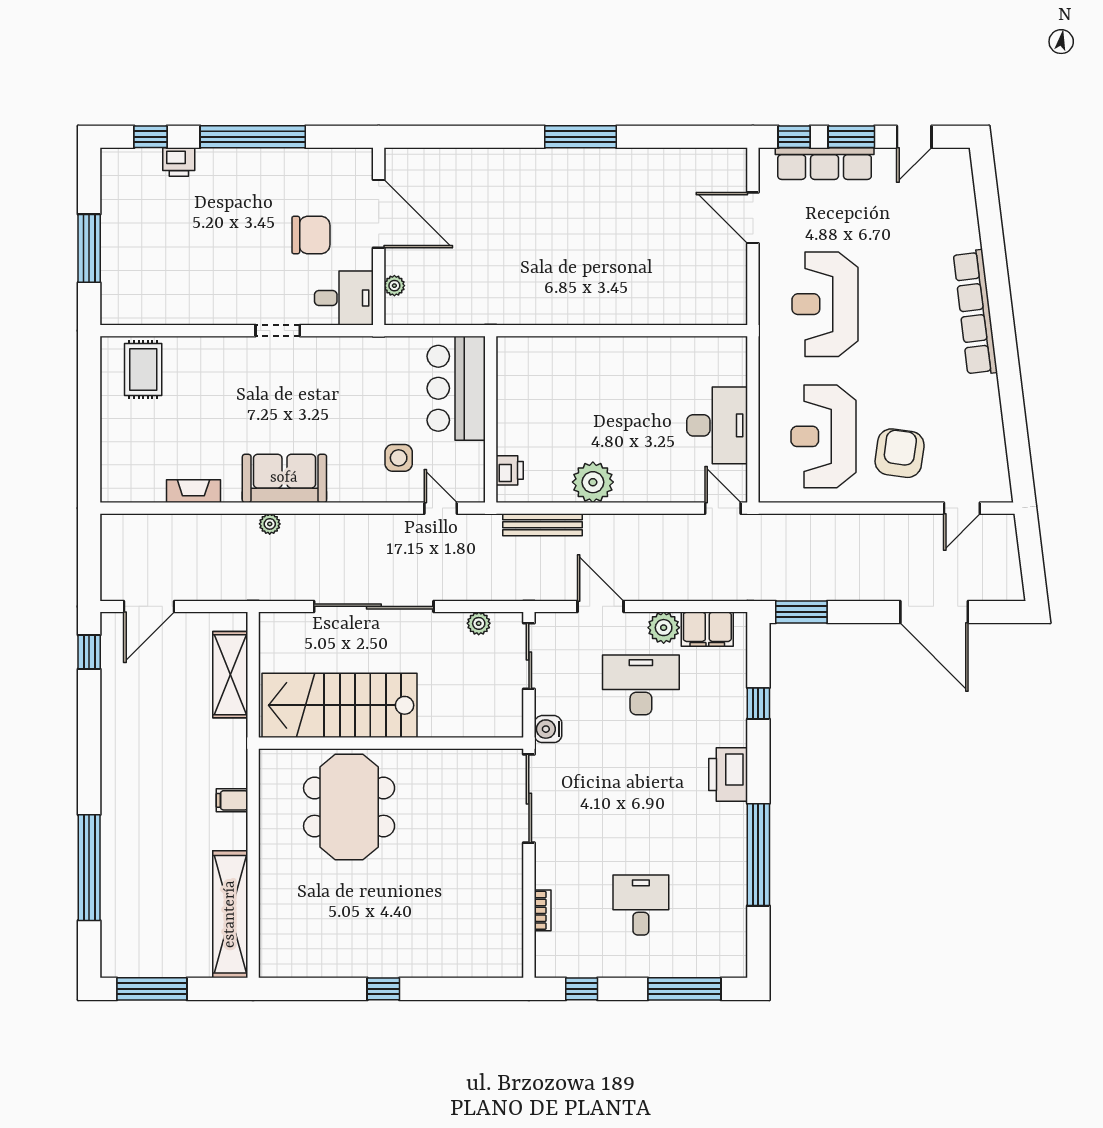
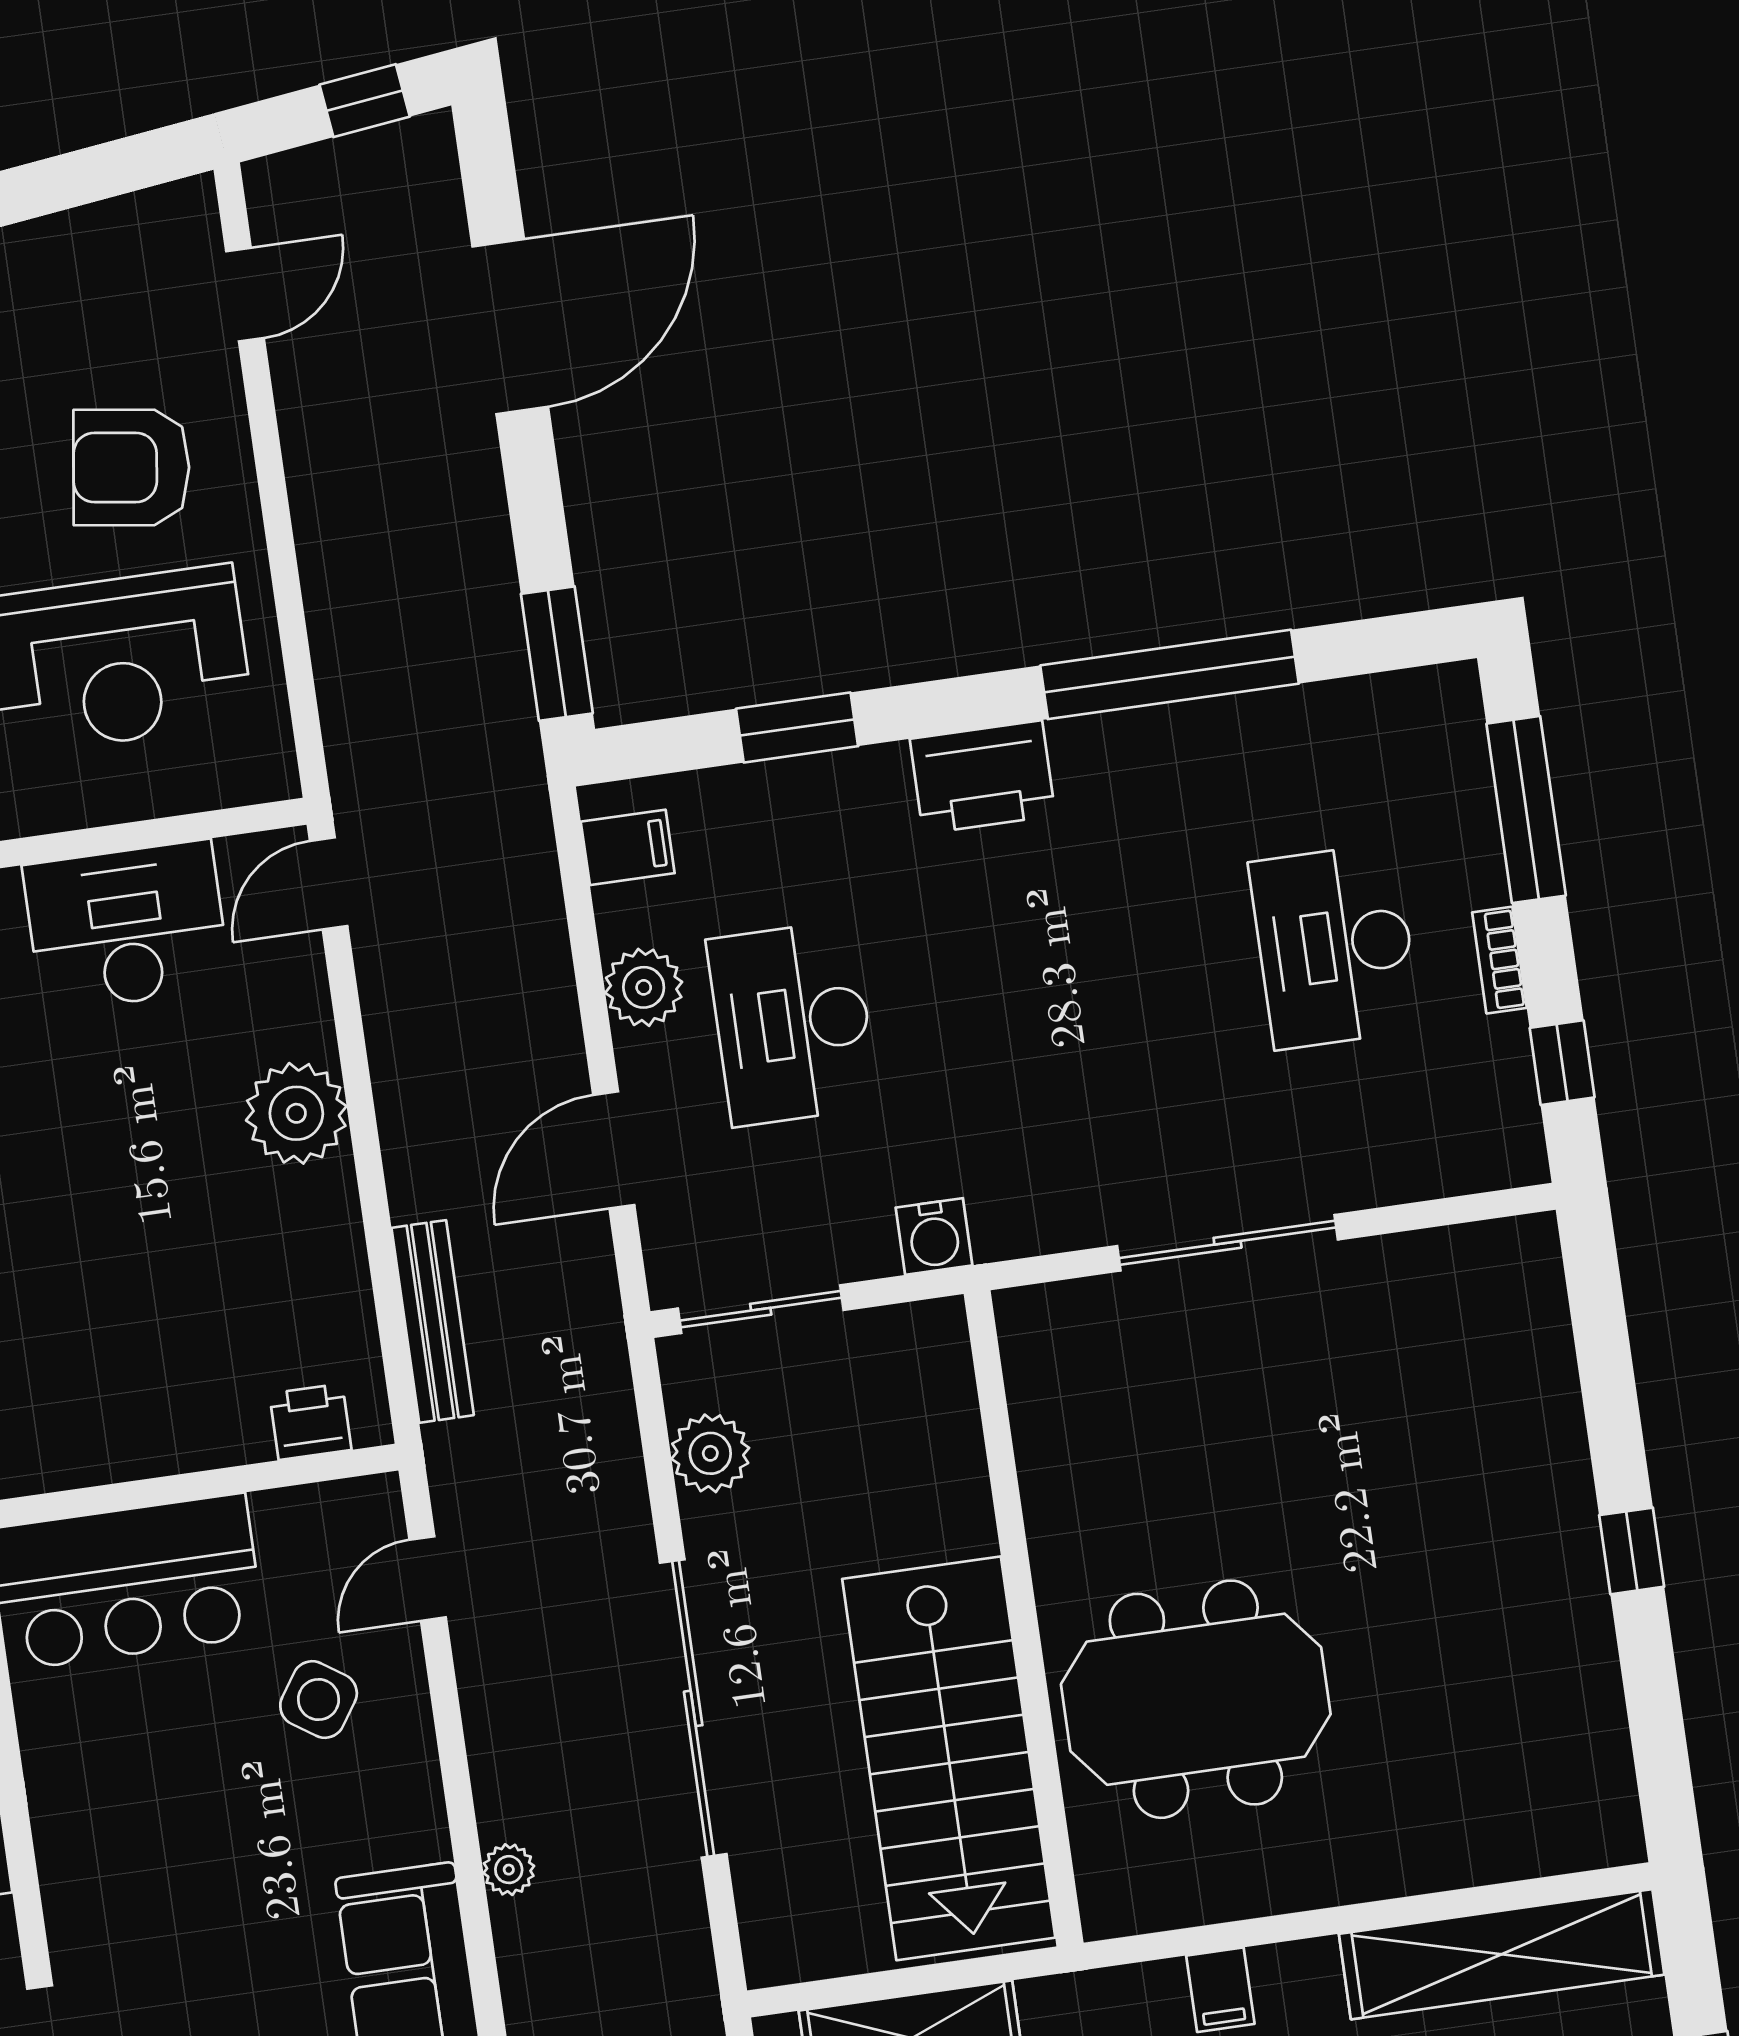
side table: (399, 458) -> (319, 1699), turned 34
plant: (593, 482) -> (296, 1113), moved
door: (962, 508) -> (245, 295), hinge flipped
plant: (270, 524) -> (509, 1870), moved
window: (1032, 567) -> (365, 101), added
plant: (479, 623) -> (710, 1453), width x1.38, depth x1.38
filing cabinet: (707, 629) -> (628, 847), width x0.50
window: (758, 703) -> (797, 727), width x1.50
sliding door: (529, 799) -> (1228, 1243), moved
desk: (641, 905) -> (1335, 946), width x1.37
bookcase: (543, 910) -> (1499, 960), moved, turned -90

